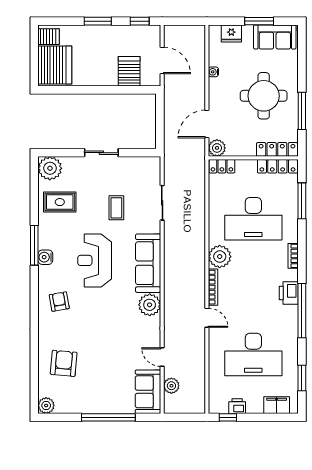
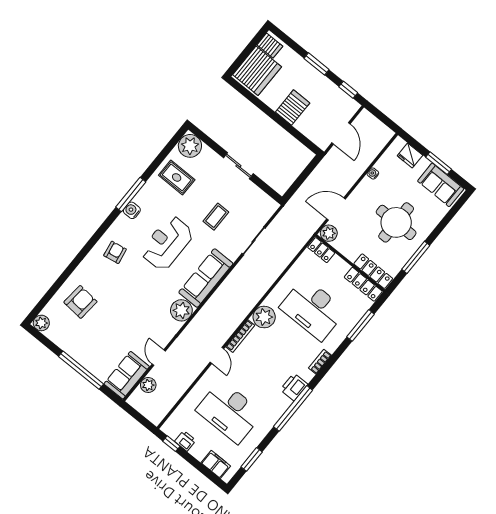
server rack: (129, 71) -> (293, 107), moved

